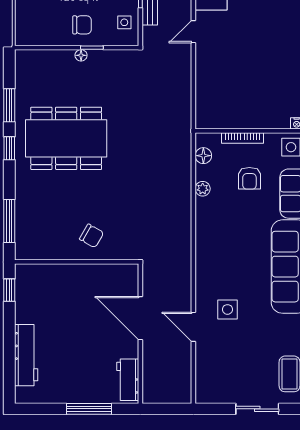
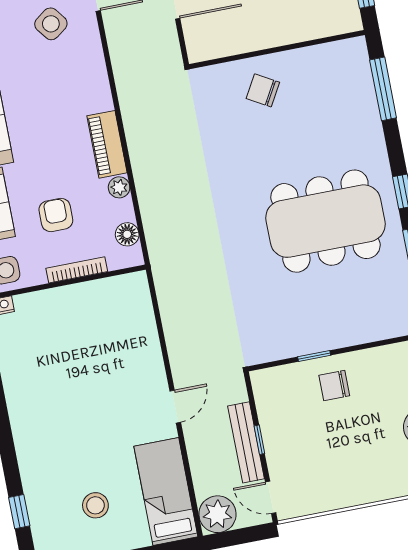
side table: (124, 22) -> (275, 401), removed
floor lamp: (81, 55) -> (327, 342), removed
piano: (205, 220) -> (107, 144), added
side table: (227, 309) -> (51, 24), turned -37

